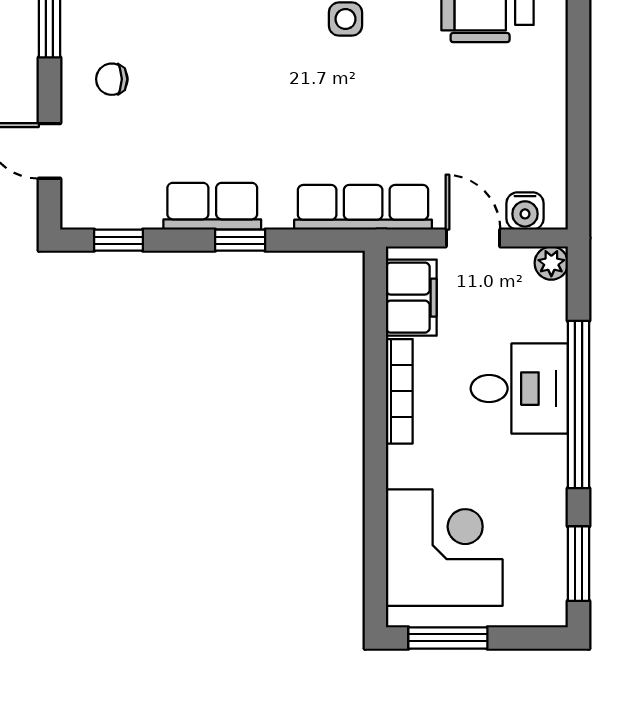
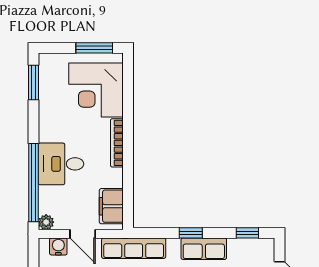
bookcase: (399, 391) -> (117, 143), moved
window: (579, 404) -> (33, 183), moved

